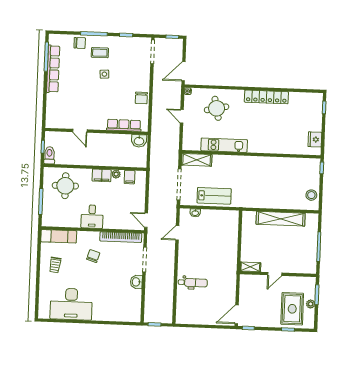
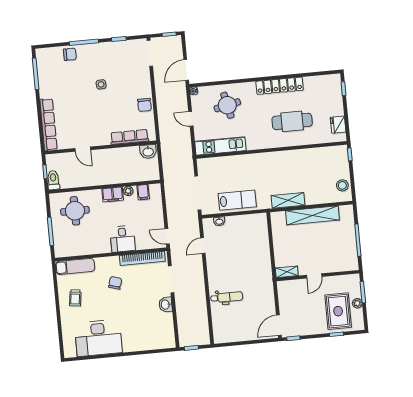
coffee table: (100, 53) -> (93, 62), removed
row of seats: (53, 69) -> (48, 125), moved
cafe table: (273, 131) -> (292, 121), added
kitchen unit: (224, 145) -> (220, 146), moved
shelving: (197, 160) -> (288, 200), moved
desk: (92, 217) -> (123, 239), moved

